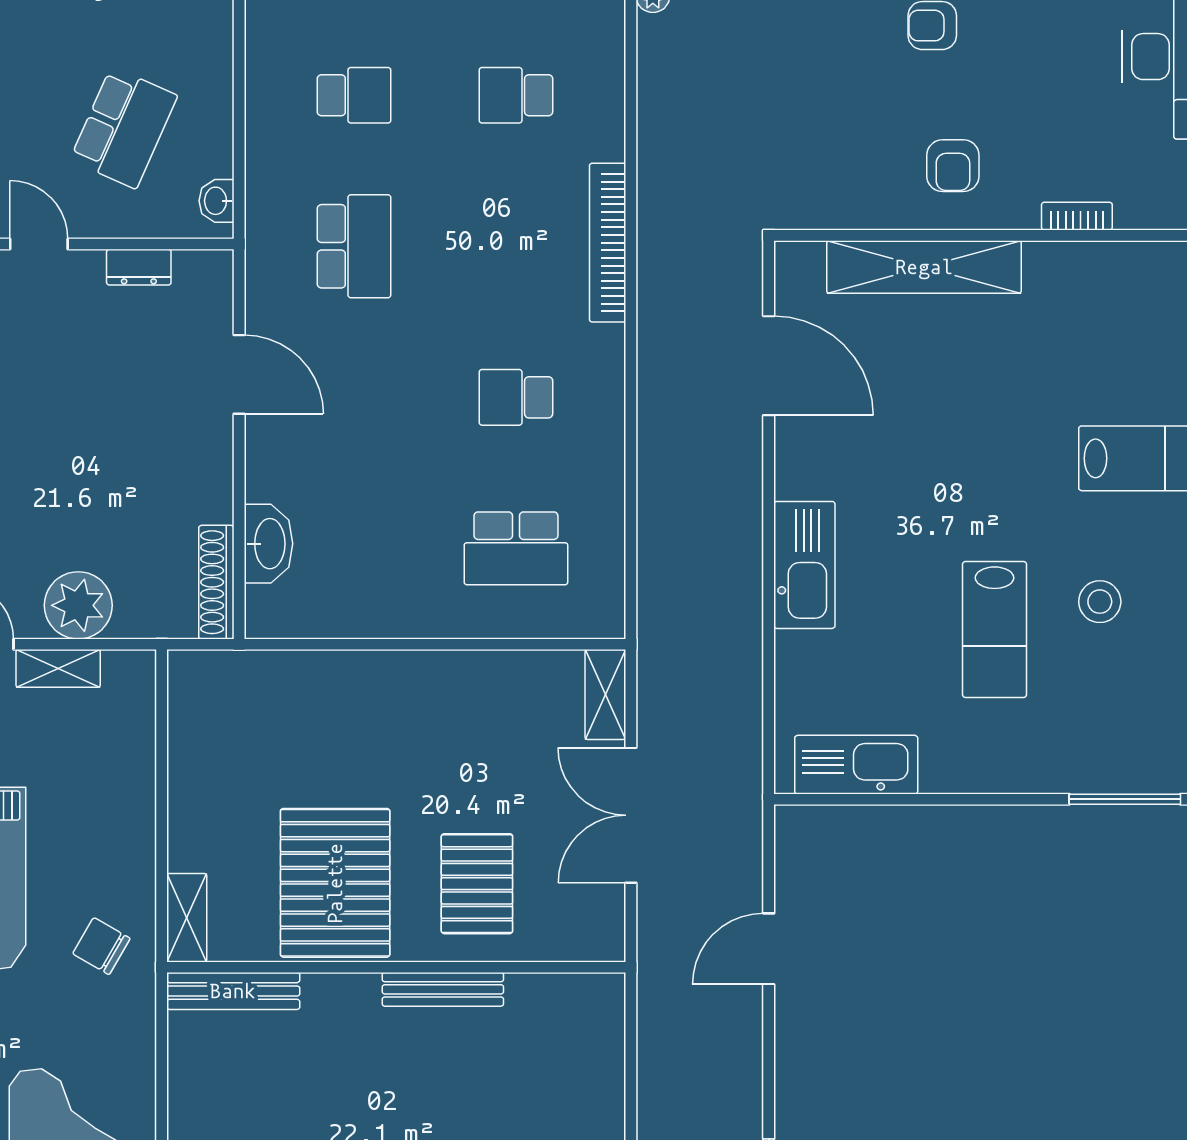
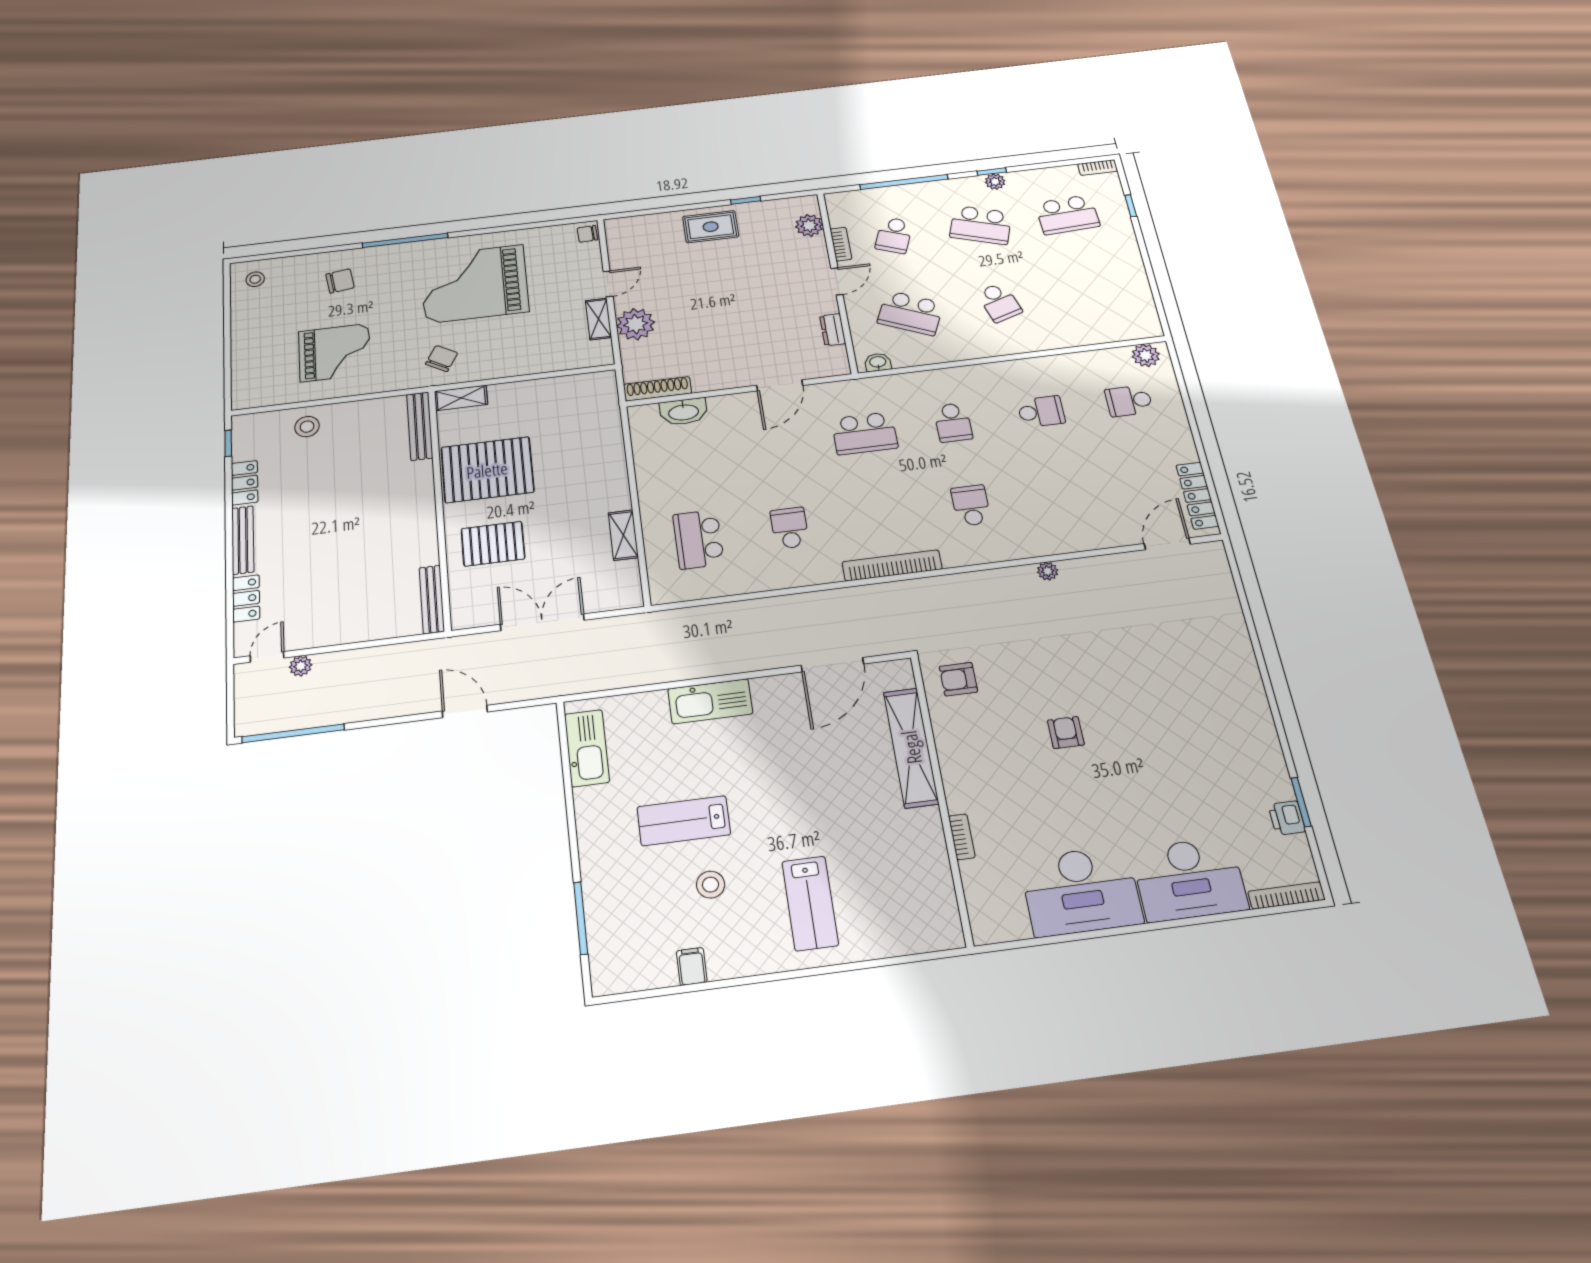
armchair: (953, 166) -> (958, 679), moved
shelving: (605, 695) -> (623, 535), moved, turned 90
bench: (443, 989) -> (432, 599), moved

